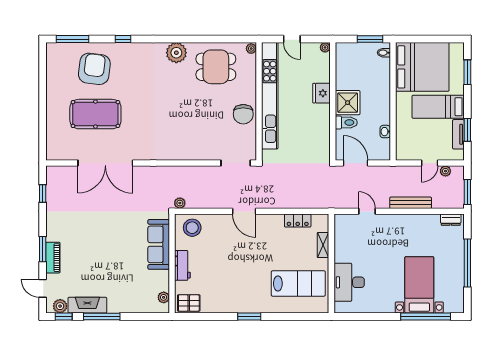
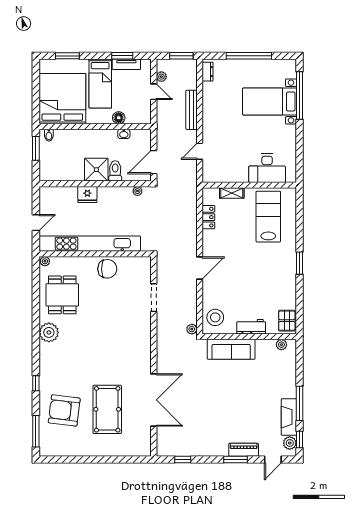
plant: (325, 47) -> (137, 191), moved
floor lamp: (402, 126) -> (119, 118), added
doorway: (236, 163) -> (154, 298), moved

